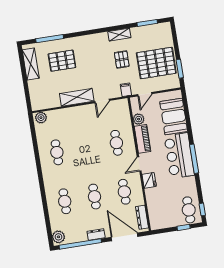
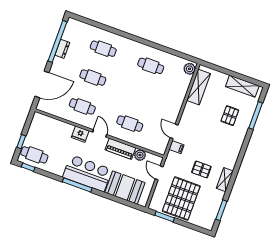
pallet: (62, 61) -> (230, 116), width x0.67, depth x0.71
filing cabinet: (126, 90) -> (176, 147), moved
shelving: (77, 97) -> (199, 87), moved
dresser: (142, 217) -> (51, 110), removed
dresser: (96, 234) -> (62, 49), moved
plant: (58, 237) -> (75, 25), removed

